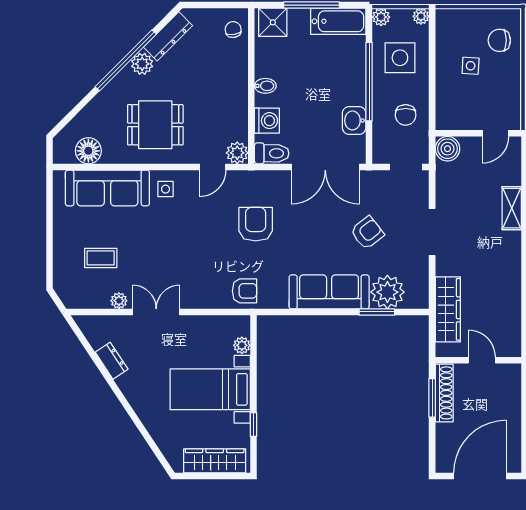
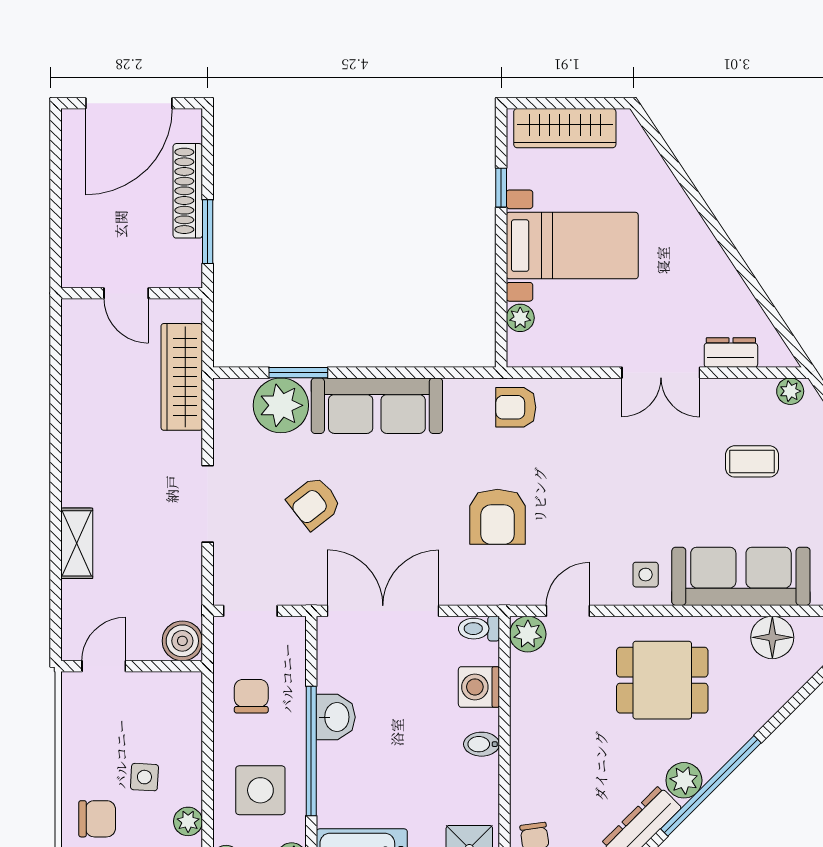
plant: (444, 39) -> (188, 821), added
washbasin: (354, 120) -> (336, 717), moved
toilet: (272, 153) -> (479, 629), width x0.73, depth x0.72
plant: (119, 301) -> (790, 391), moved
dresser: (112, 361) -> (731, 352), moved, turned 123
shoe rack: (444, 393) -> (188, 191), moved

